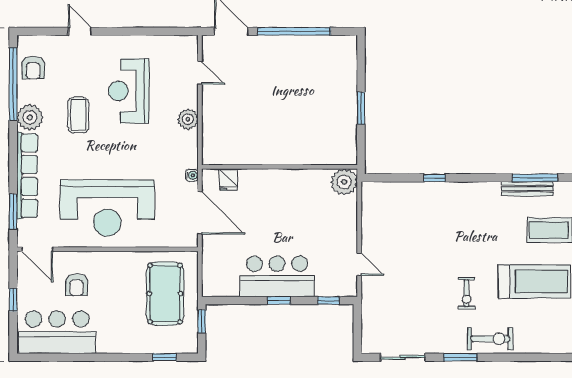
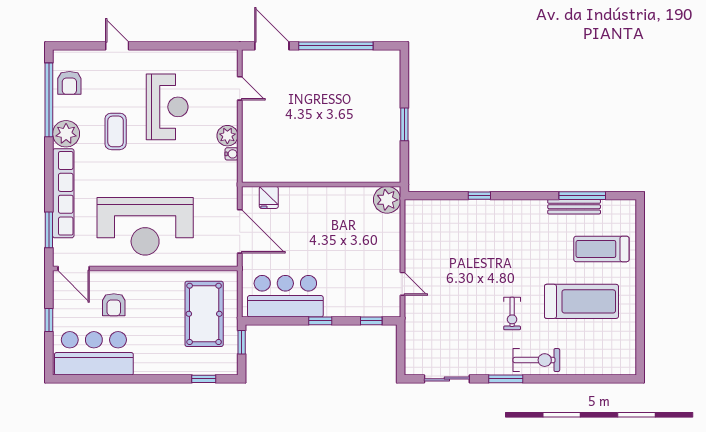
reception desk: (129, 91) -> (167, 107), turned 180
water cooler: (192, 175) -> (232, 154), moved
bar counter: (277, 276) -> (285, 296), moved

